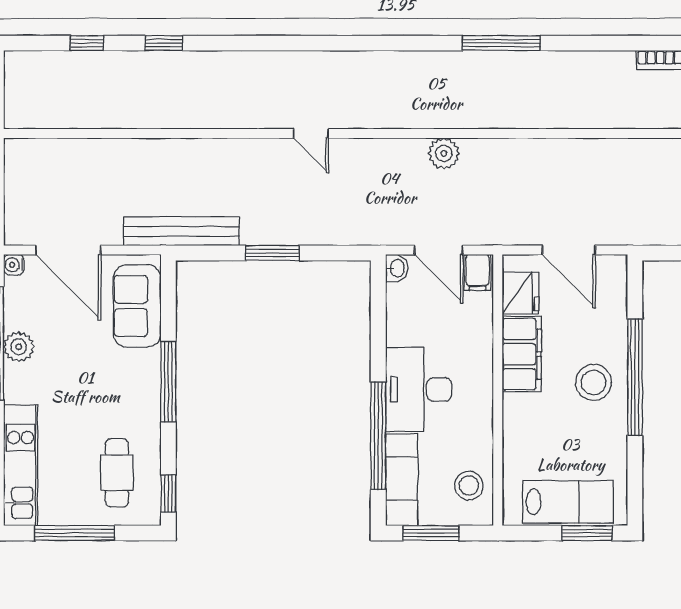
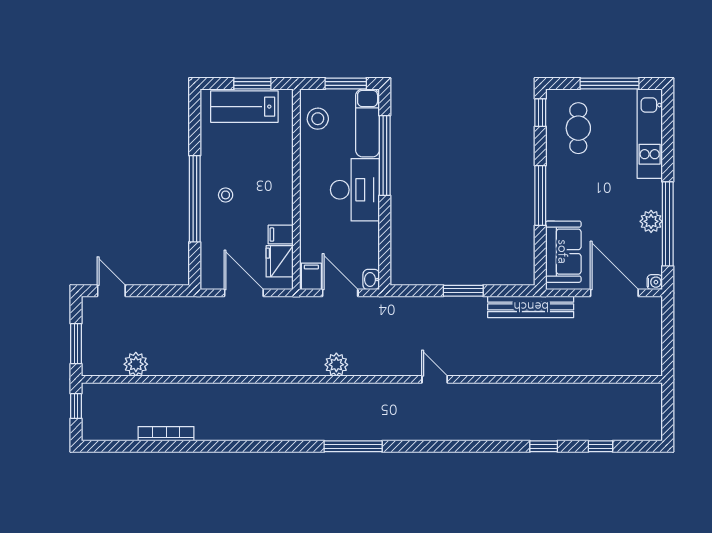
window: (501, 43) -> (353, 446), moved
filing cabinet: (522, 354) -> (281, 235), width x0.33, depth x0.86
stool: (593, 382) -> (226, 195), width x0.53, depth x0.53
window: (587, 533) -> (252, 84), moved

